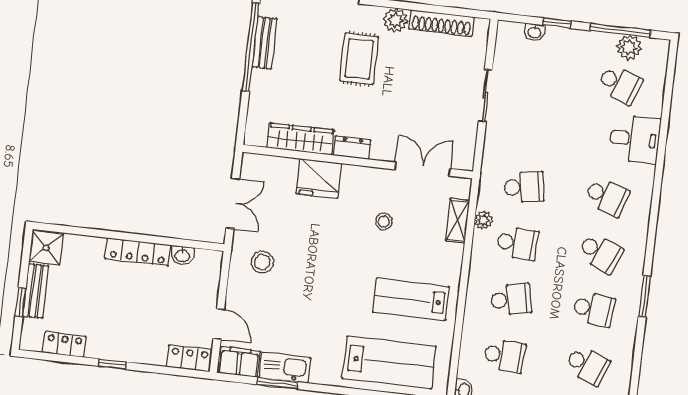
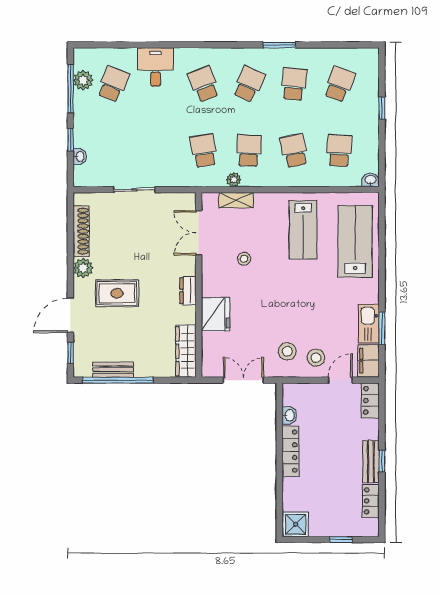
wardrobe: (300, 139) -> (186, 351), moved
school desk: (607, 197) -> (204, 84), turned -39
bench: (35, 291) -> (371, 462), moved, turned 90
stool: (250, 297) -> (316, 358), added

